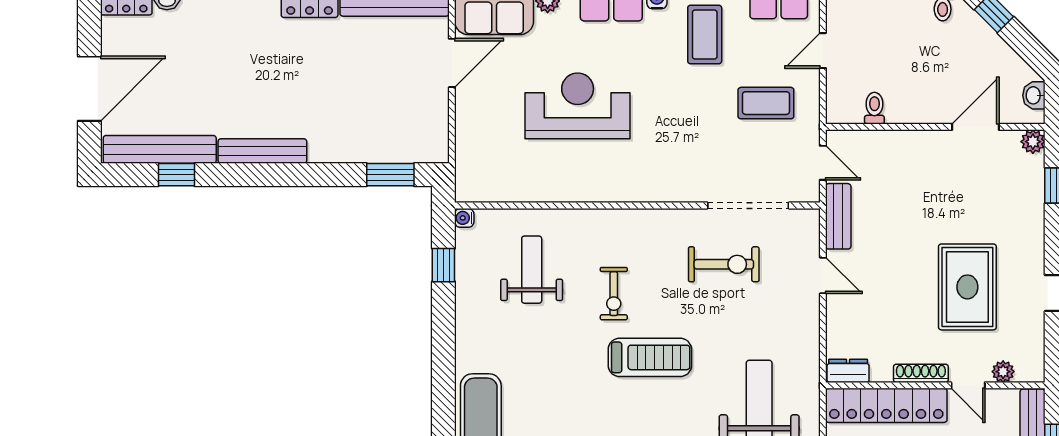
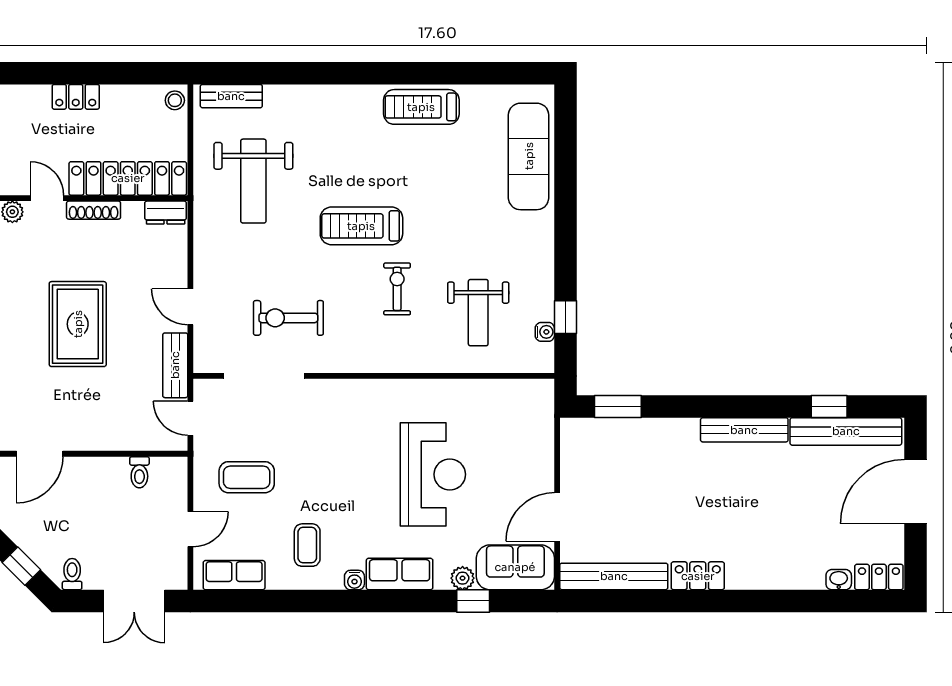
coffee table: (705, 34) -> (307, 545), width x0.73, depth x0.77
reception desk: (578, 106) -> (433, 474), turned -90
water cooler: (464, 218) -> (545, 332), moved
rug: (967, 287) -> (78, 324), moved

